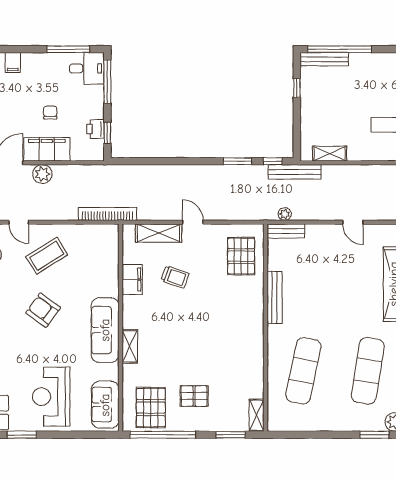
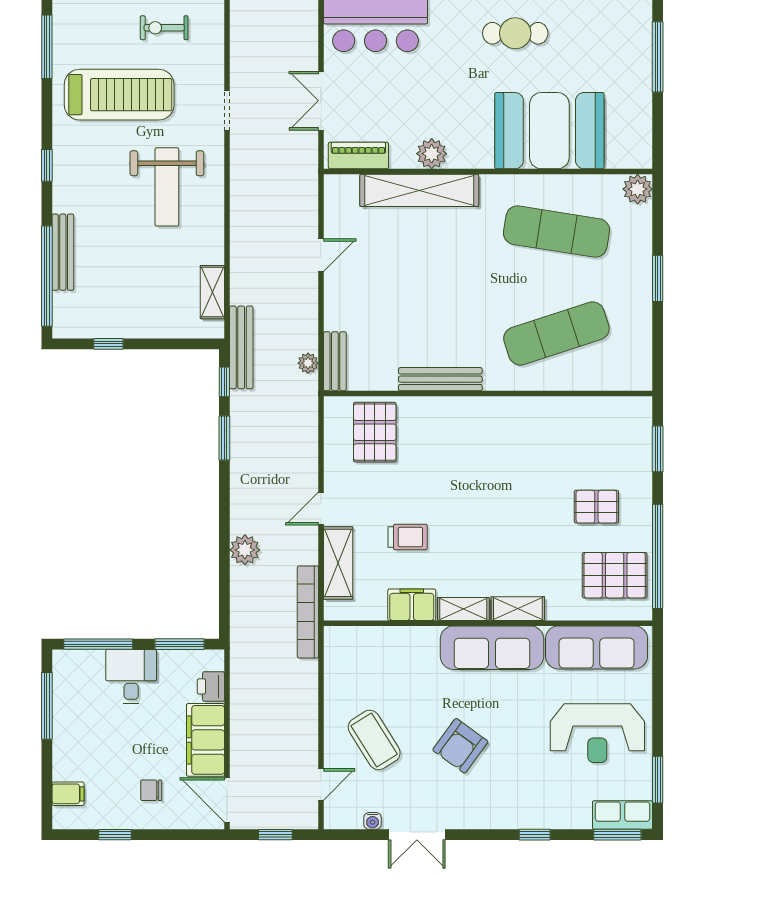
bench: (324, 59) -> (63, 252), moved
desk: (87, 68) -> (131, 677), moved
chair: (50, 112) -> (151, 790), moved
printer: (96, 129) -> (211, 686), moved, turned 90
window: (107, 133) -> (180, 644), width x1.50
plant: (42, 174) -> (245, 550), moved
bookcase: (107, 214) -> (308, 612), moved
pallet: (241, 256) -> (375, 432), turned 90
trolley: (175, 277) -> (408, 537), turned 70
exercise mat: (303, 371) -> (556, 333), turned -30
pallet: (194, 396) -> (596, 507), turned 90
sofa: (105, 405) -> (597, 647), width x1.36
shelving: (257, 415) -> (463, 609), moved
window: (374, 435) -> (658, 278), moved

